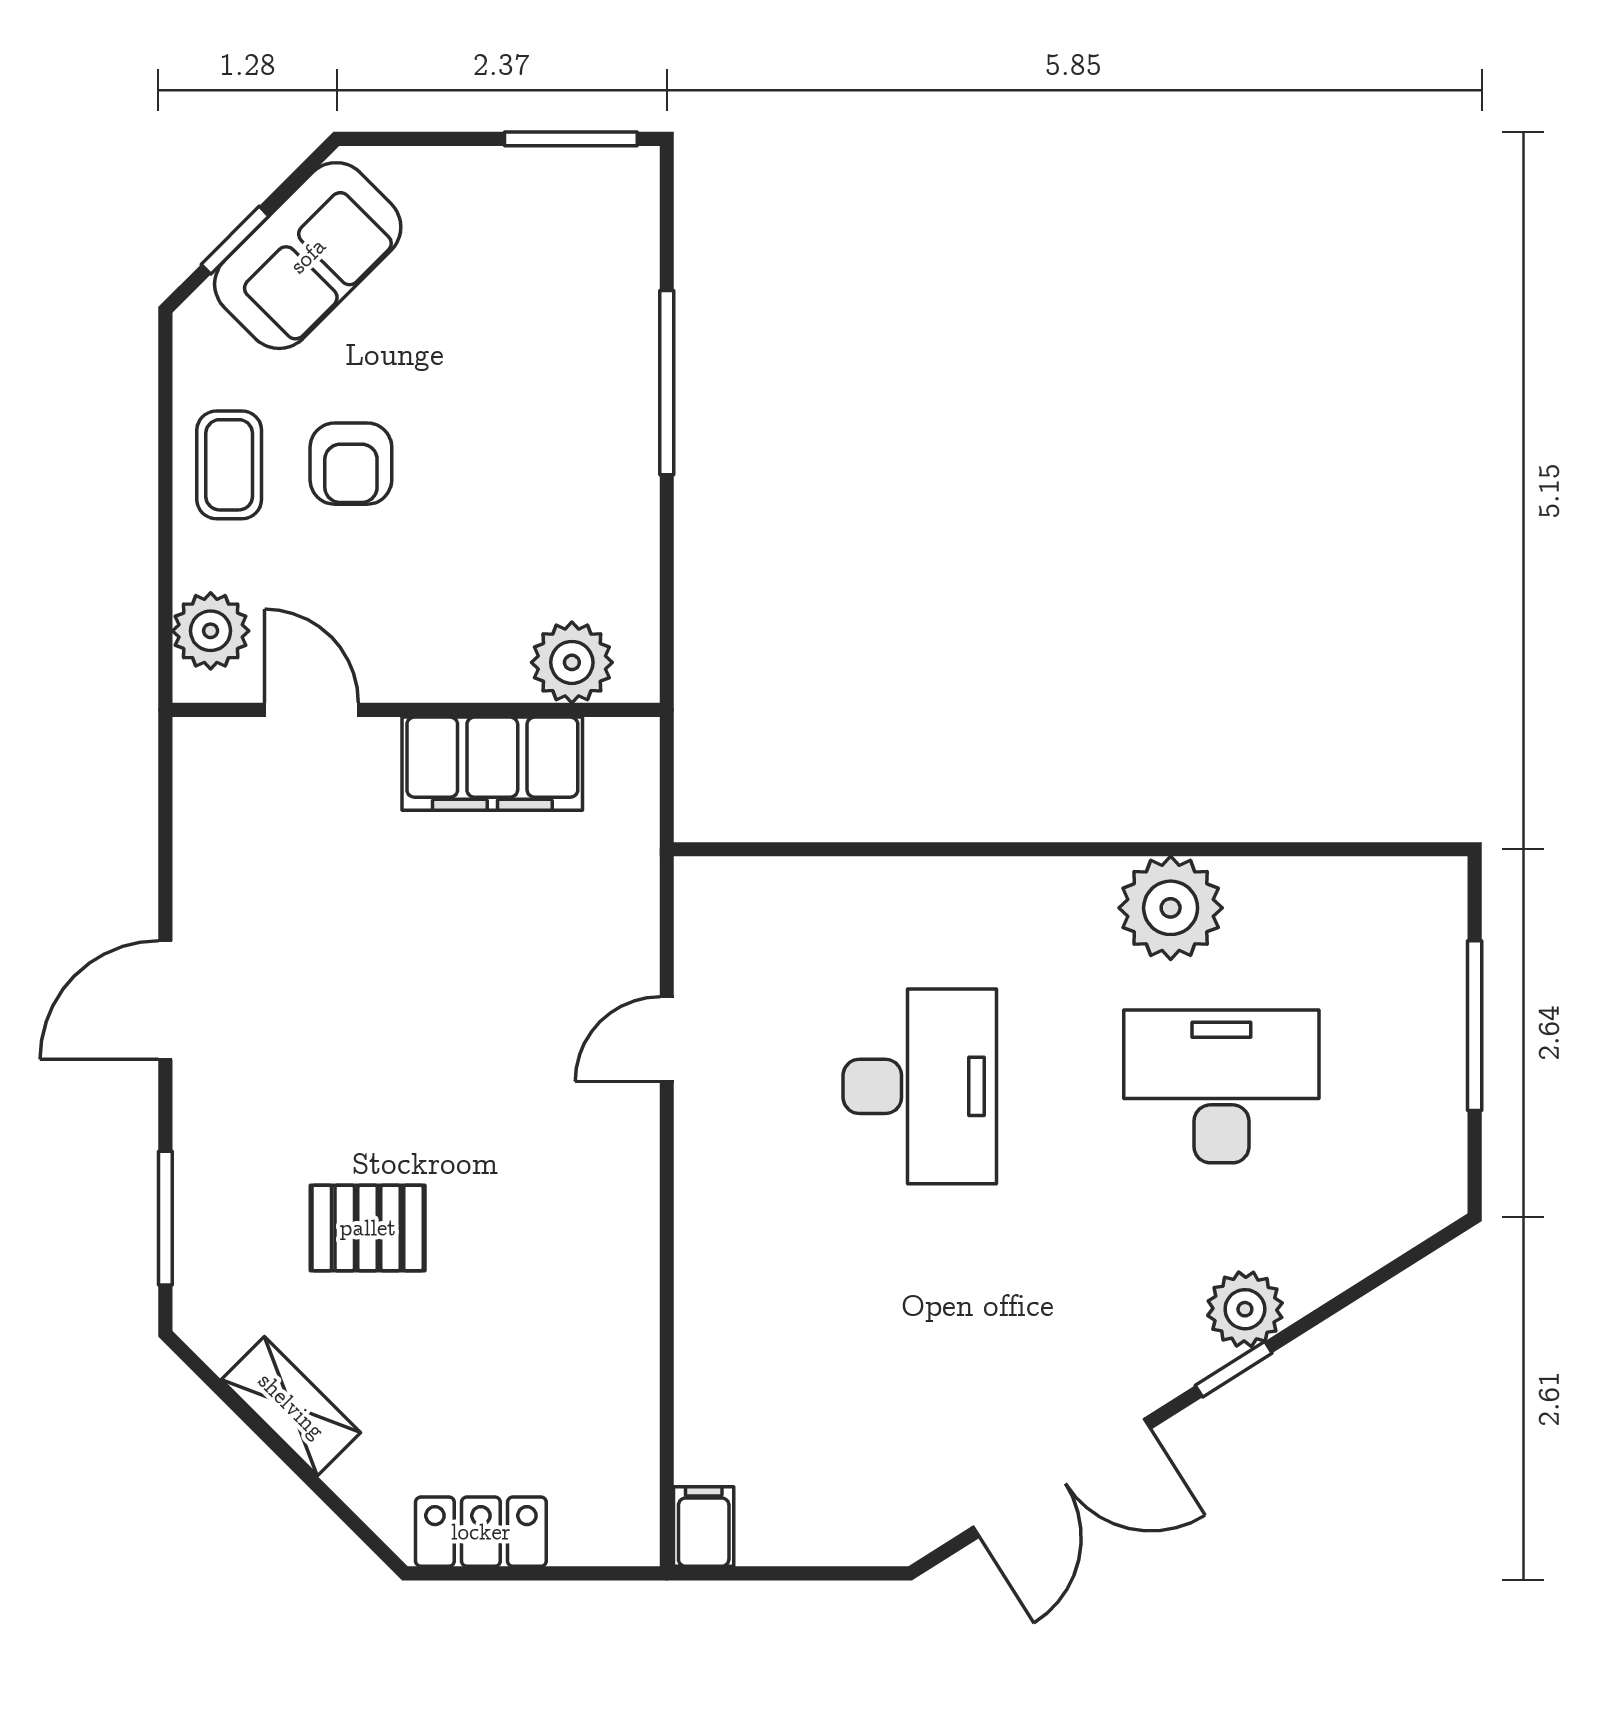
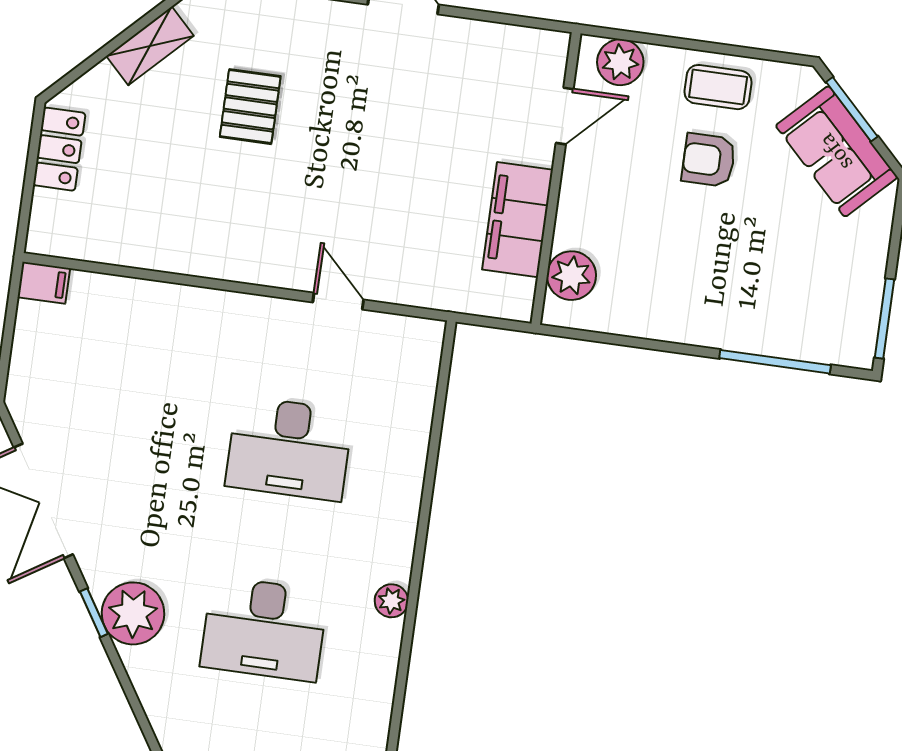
window: (235, 240) -> (852, 109), width x1.50
window: (667, 383) -> (775, 362), moved
plant: (1171, 908) -> (391, 601), width x0.53, depth x0.53
desk: (1221, 1086) -> (264, 629), turned 90
plant: (1245, 1309) -> (133, 613), width x1.36, depth x1.36

